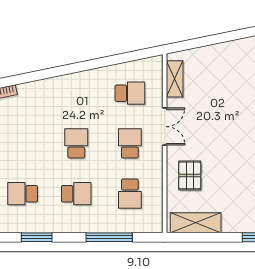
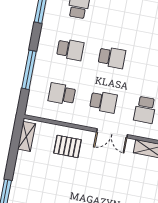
school desk: (76, 194) -> (70, 50), turned -90
shelving: (196, 223) -> (27, 136), width x0.67, depth x0.75

